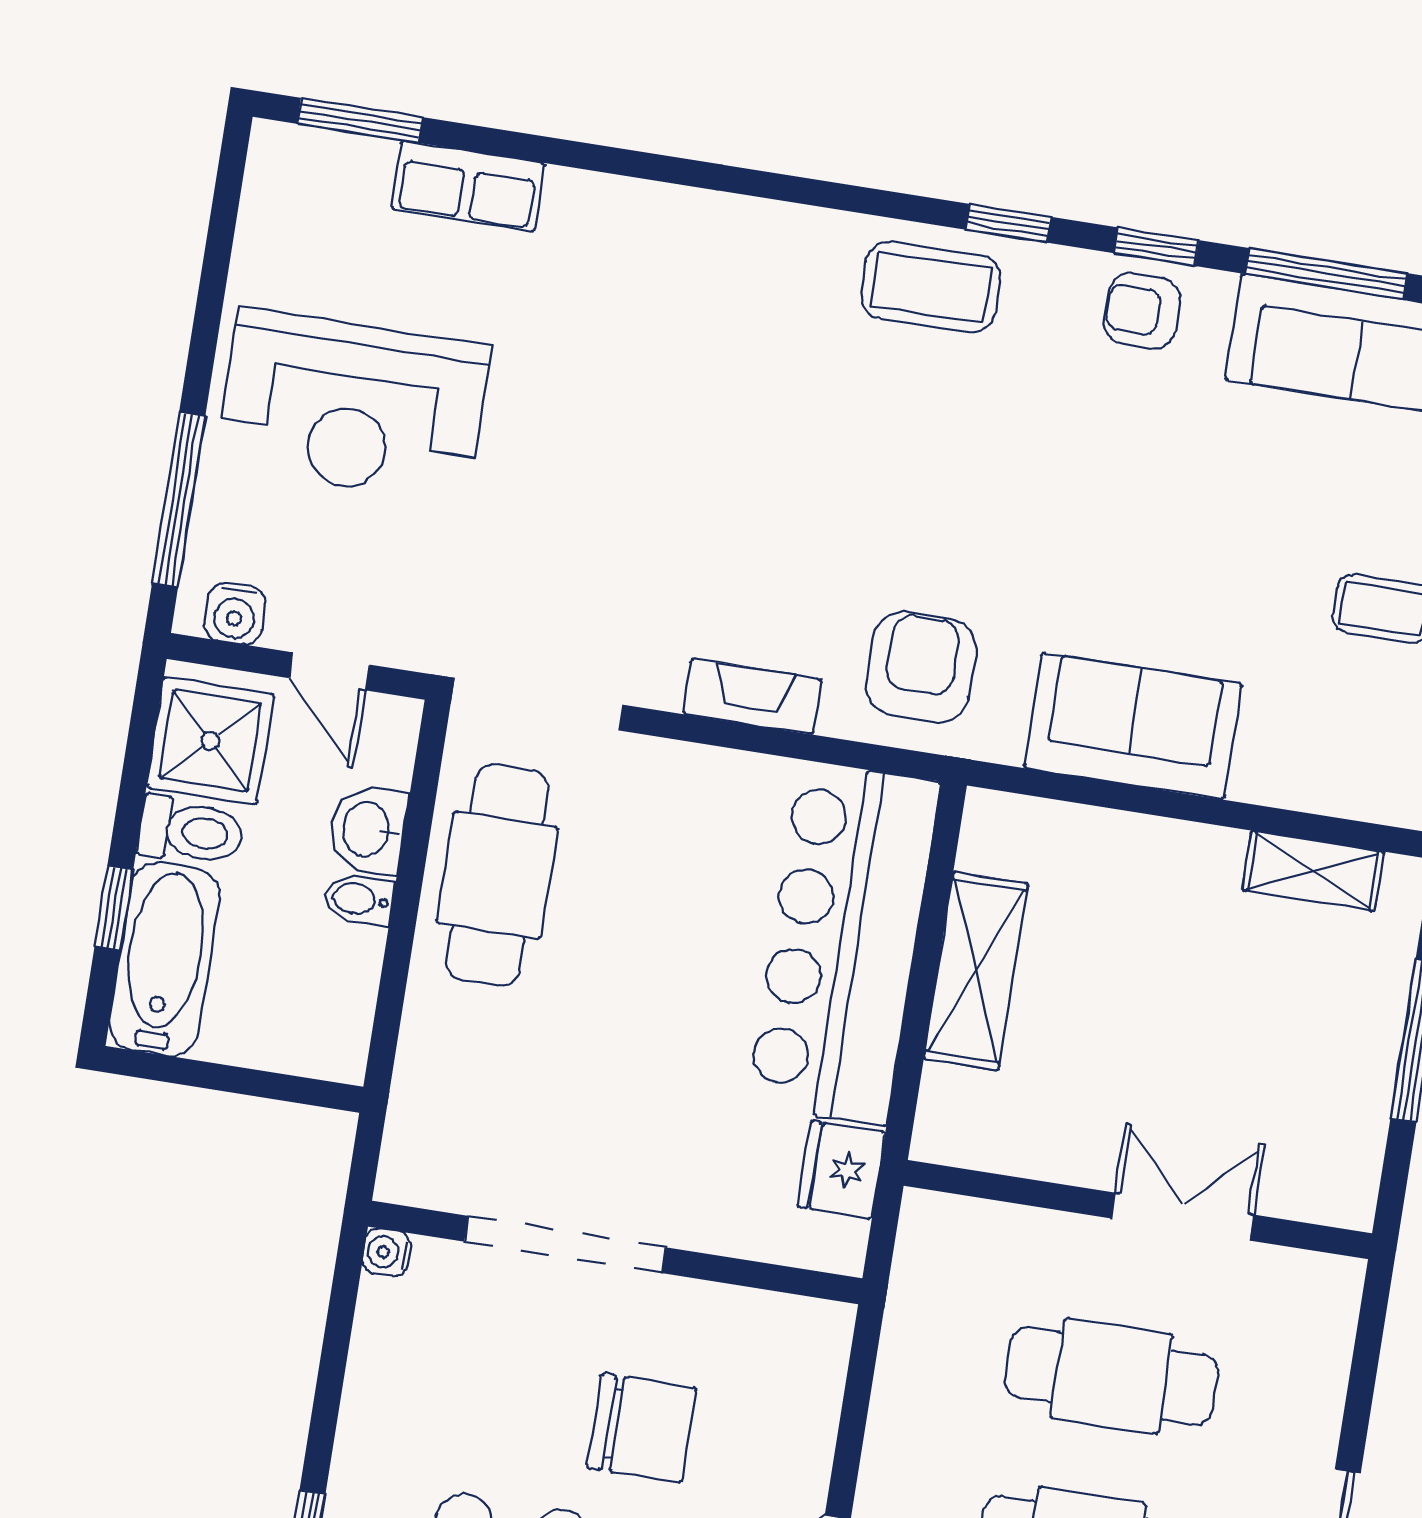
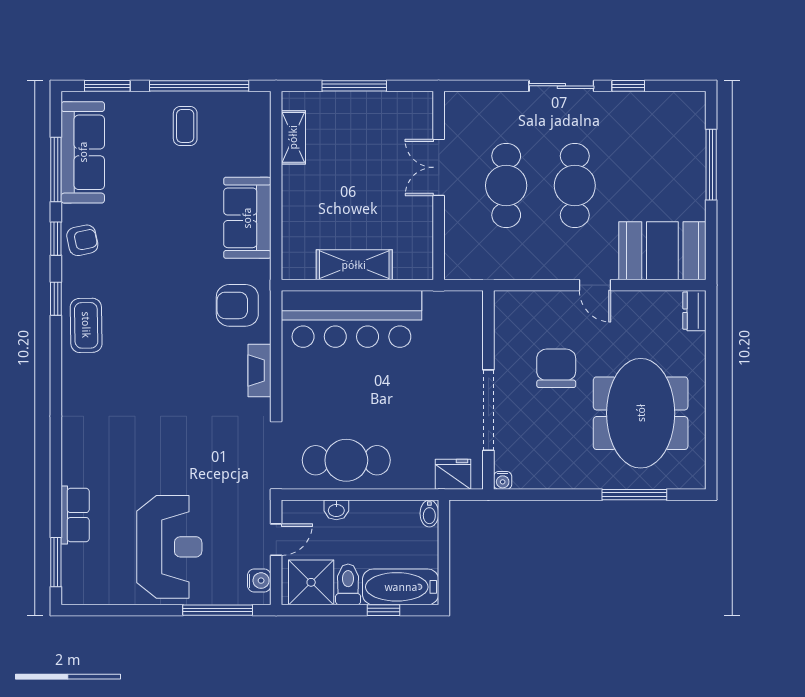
armchair: (1142, 311) -> (82, 240), turned -102
washbasin: (368, 829) -> (336, 510), width x0.72, depth x0.69
bidet: (359, 899) -> (429, 513), moved
fridge: (841, 1169) -> (453, 474), moved, turned 180

